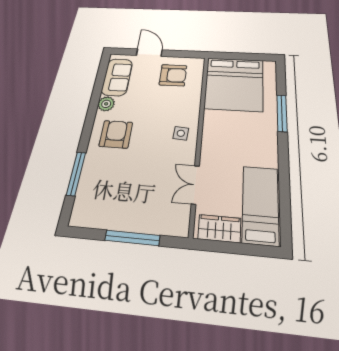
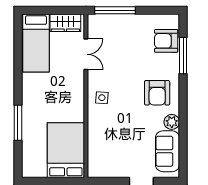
armchair: (173, 75) -> (166, 41), moved
bed: (234, 84) -> (66, 150), width x0.73
window: (132, 238) -> (115, 10), moved

